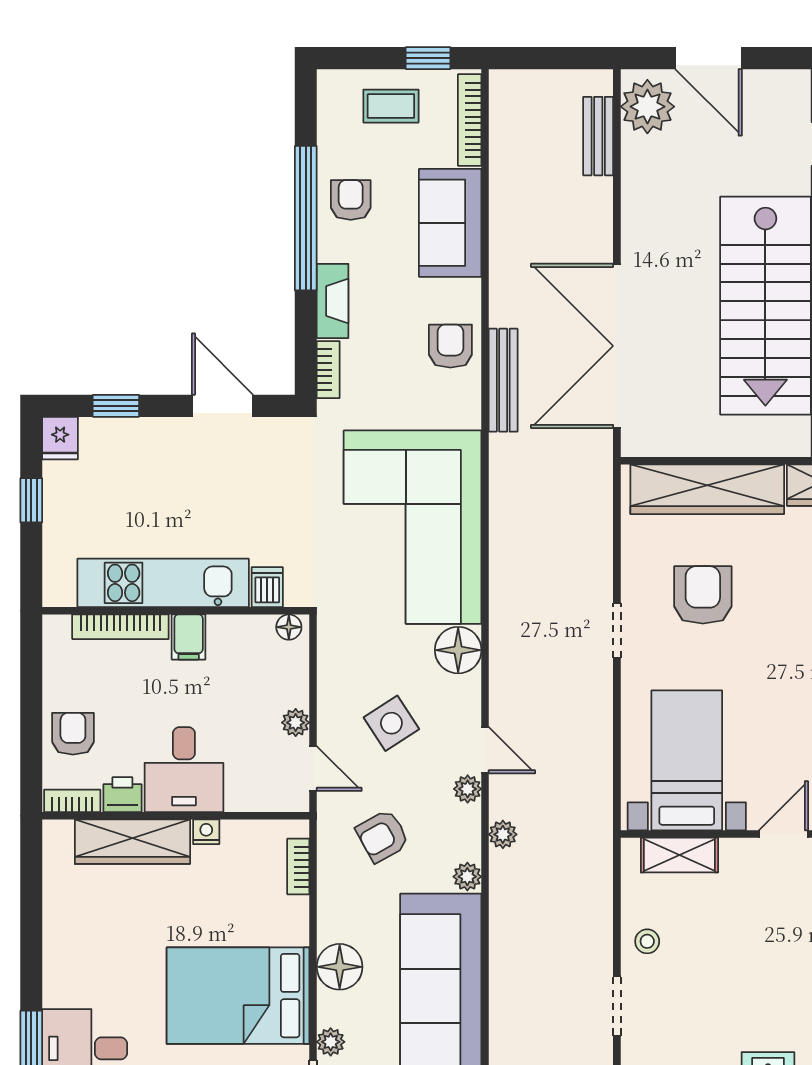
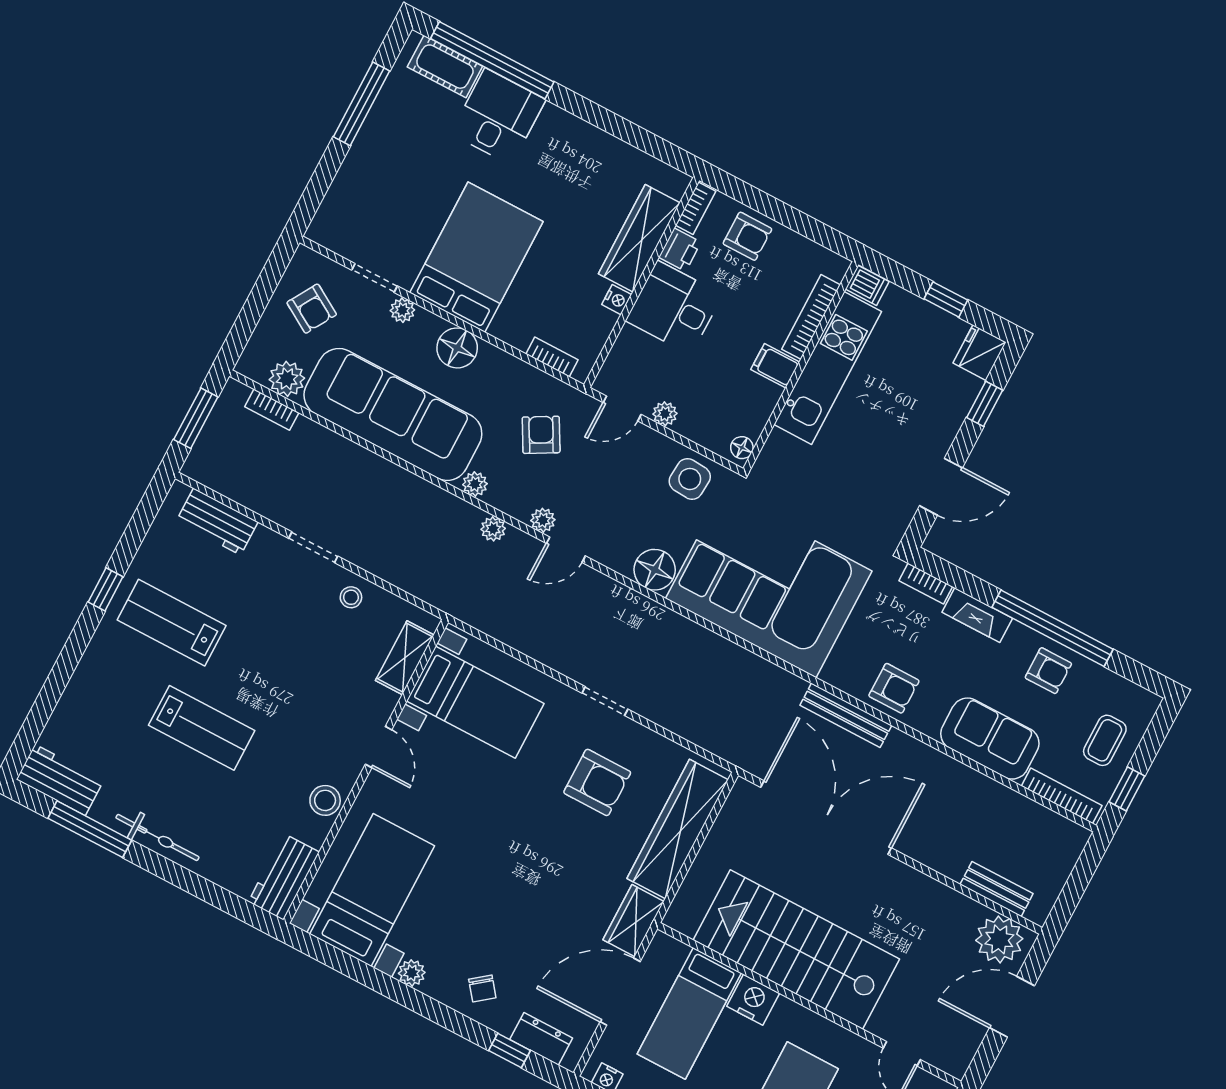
fridge: (60, 438) -> (980, 353), width x1.38
dishwasher: (267, 587) -> (867, 285), moved
side table: (391, 723) -> (690, 479), moved, turned 37

